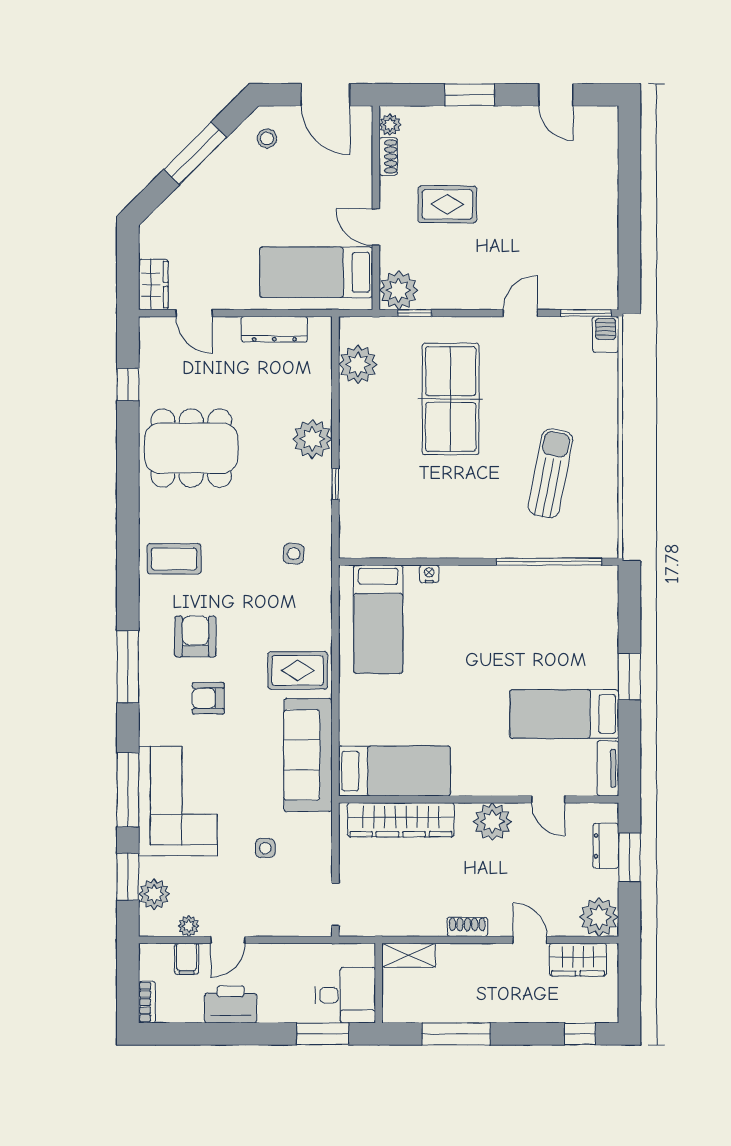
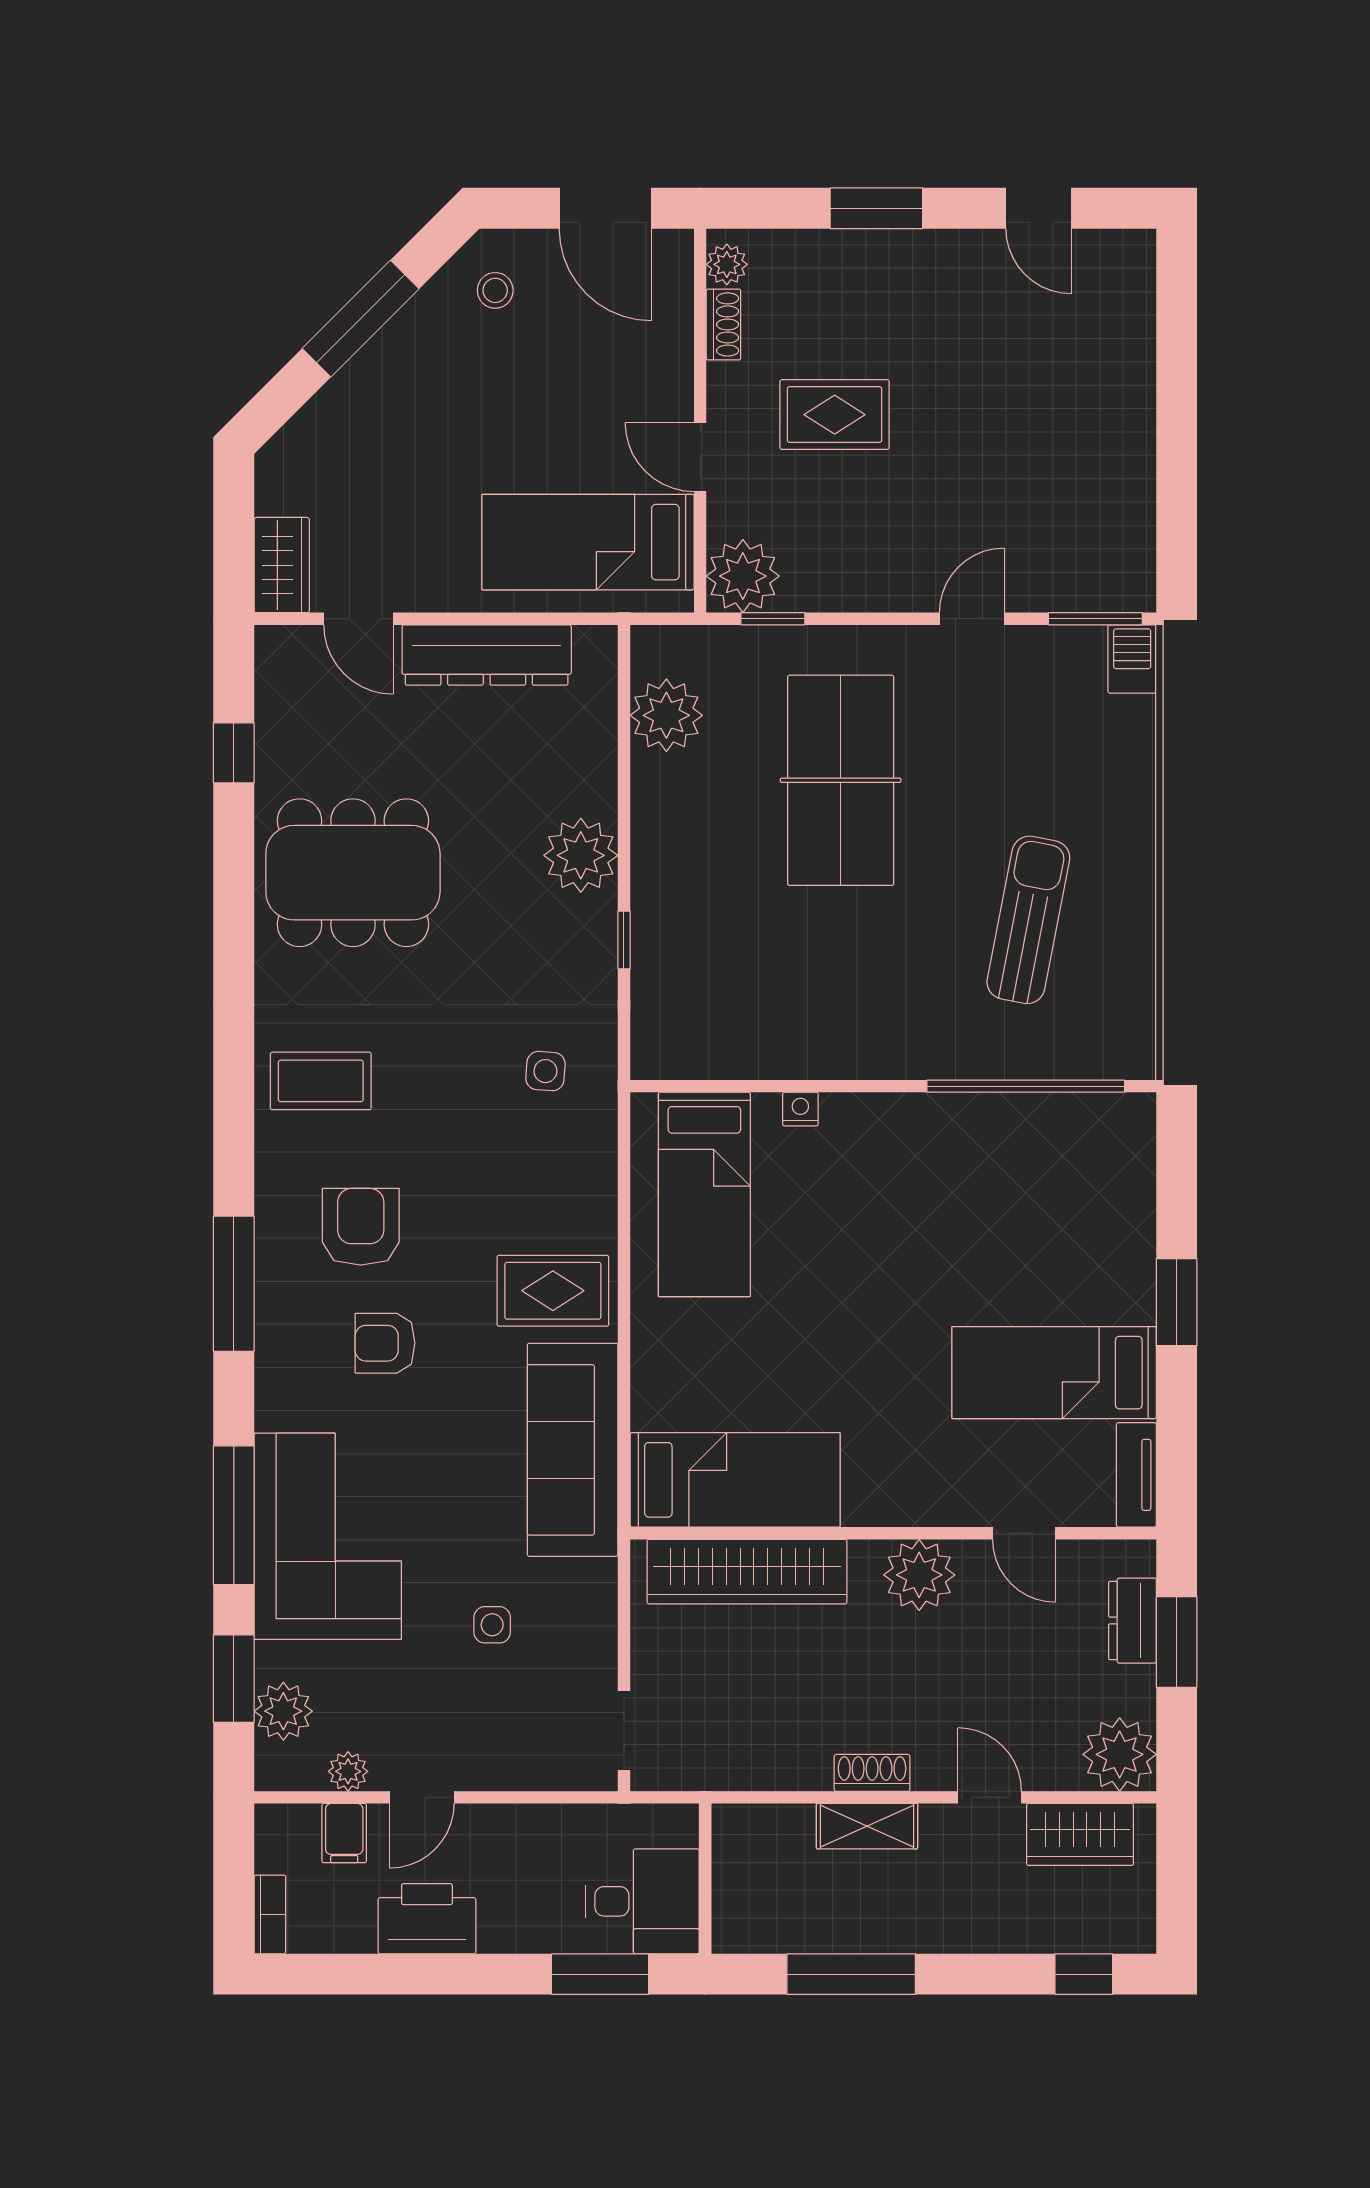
dresser: (274, 329) -> (487, 655), width x1.37, depth x1.24
shelving: (409, 955) -> (867, 1826), moved

